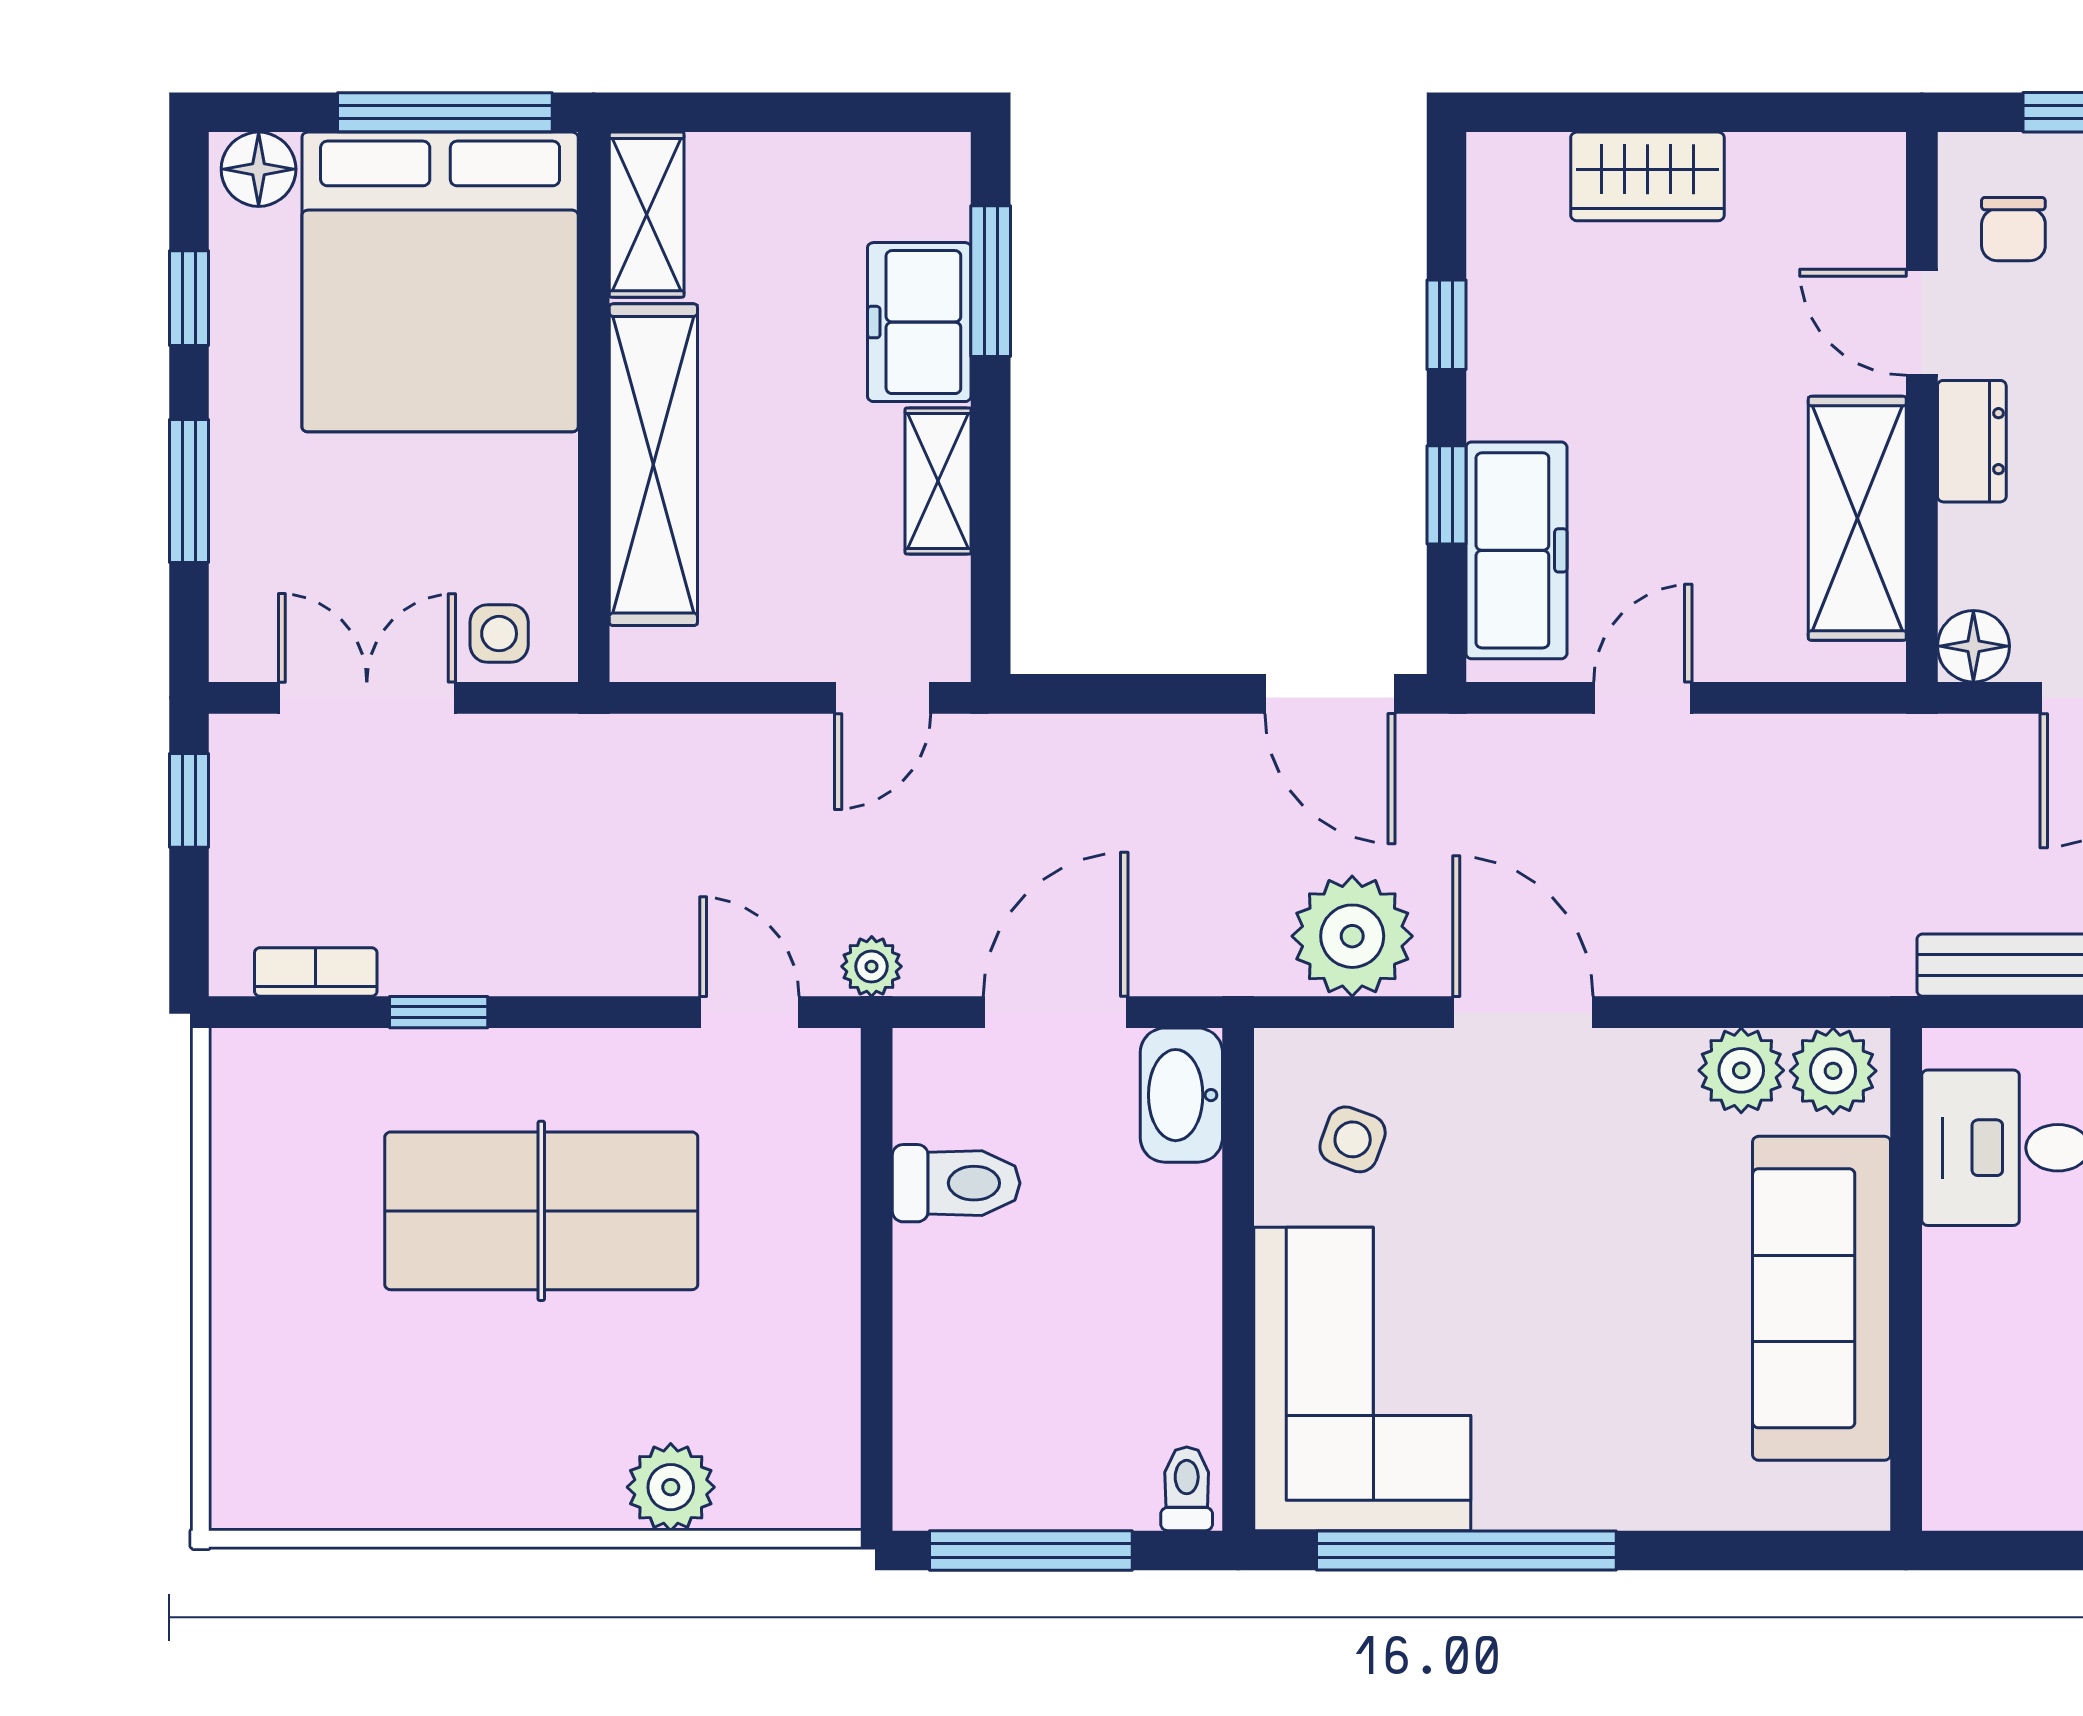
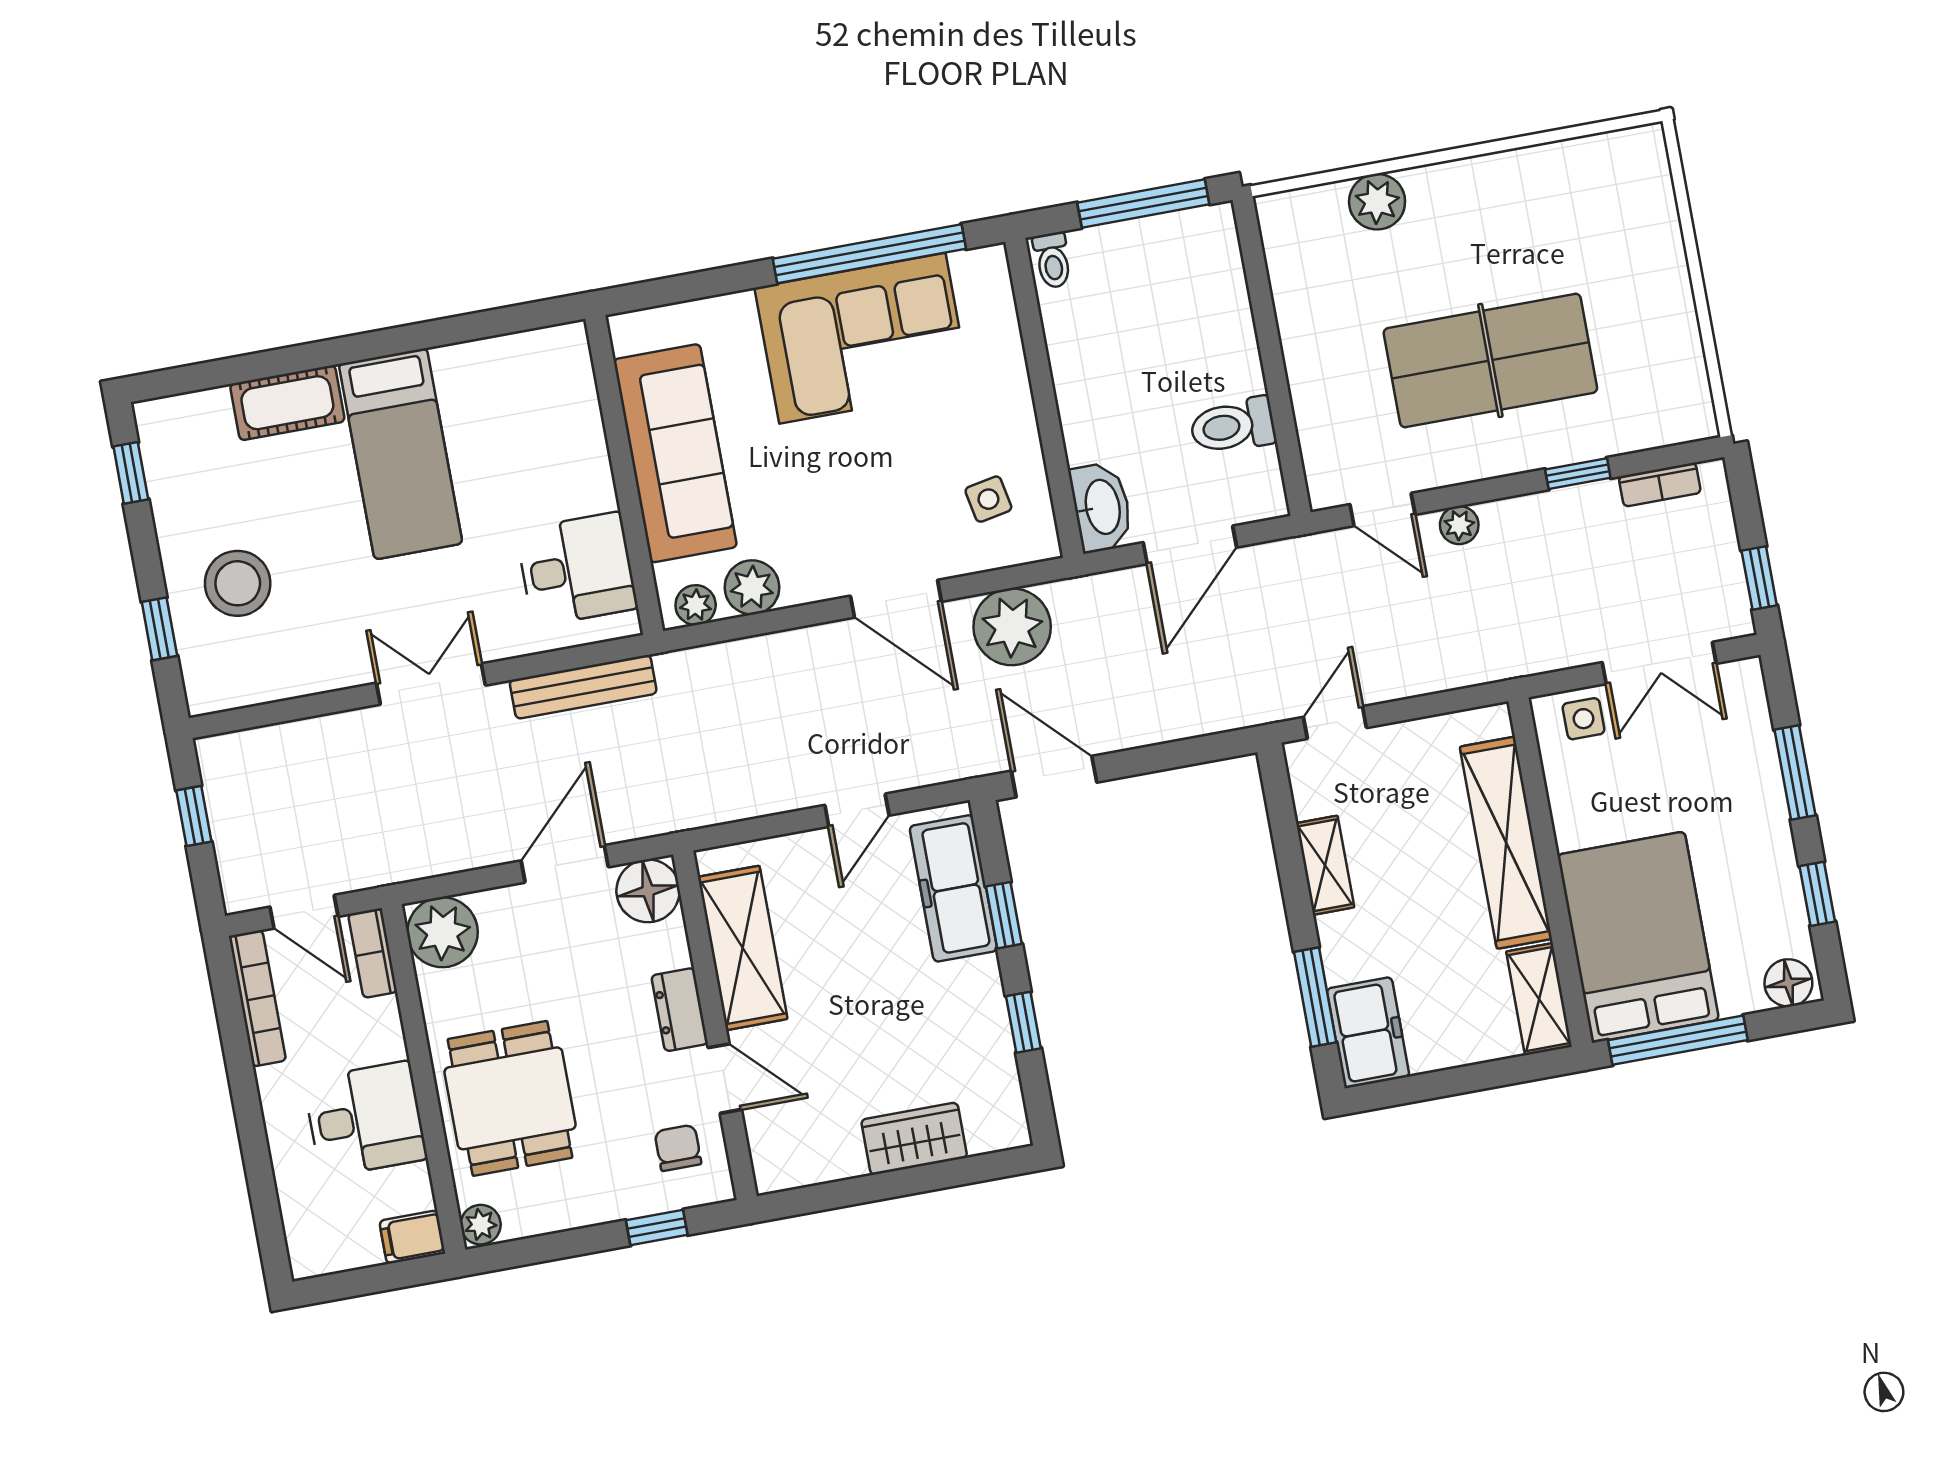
bed: (440, 282) -> (1638, 937), width x0.73
freezer: (919, 322) -> (1368, 1033), moved
floor lamp: (1973, 646) -> (648, 891), width x1.38, depth x1.38
plant: (872, 966) -> (1459, 525), moved
plant: (1833, 1071) -> (696, 605), width x0.73, depth x0.73
side table: (1353, 1139) -> (988, 499), turned -31
corner sofa: (1362, 1379) -> (862, 338), moved, turned -90

